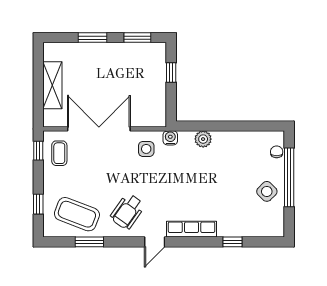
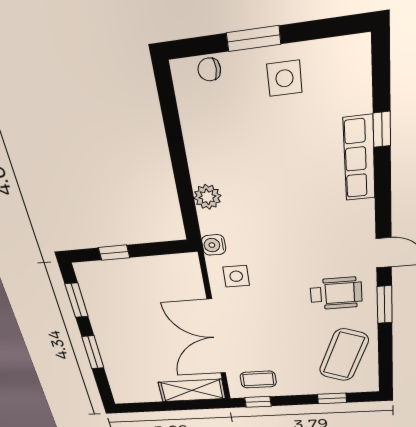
shelving: (52, 85) -> (192, 390), moved
window: (289, 177) -> (253, 39), width x0.47
side table: (267, 191) -> (284, 78), turned 45
wheelchair: (127, 212) -> (336, 293), turned -35
row of seats: (192, 229) -> (359, 159), moved
window: (89, 242) -> (385, 305), moved

